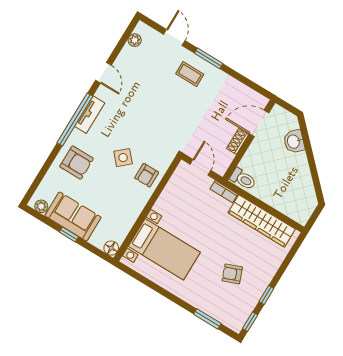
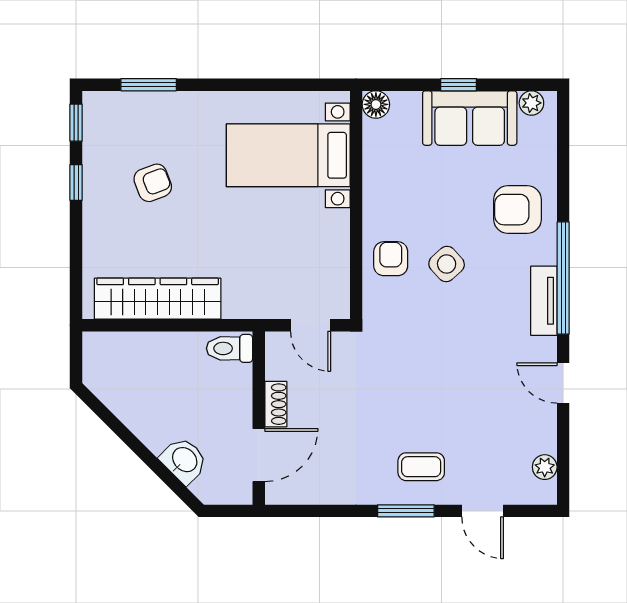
bookcase: (224, 191) -> (248, 309), removed

